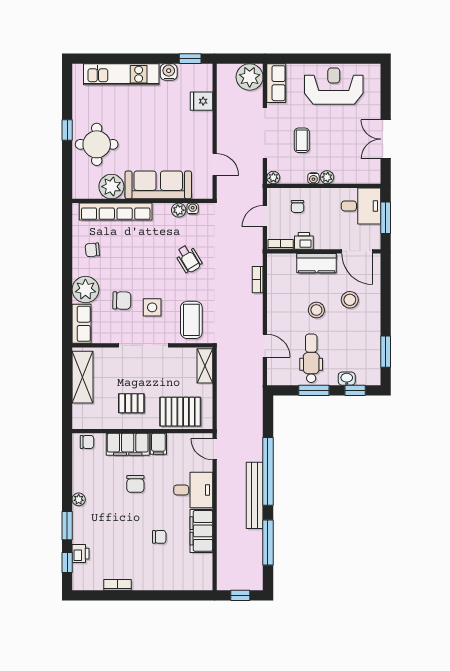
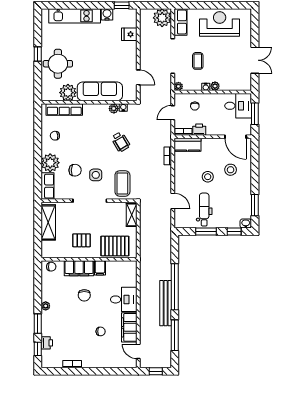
double door: (386, 139) -> (255, 60), swing flipped
row of seats: (116, 212) -> (64, 110), width x0.73
kitchen counter: (317, 263) -> (187, 145), moved
washbasin: (347, 379) -> (246, 223), moved
door: (215, 449) -> (138, 351), moved

